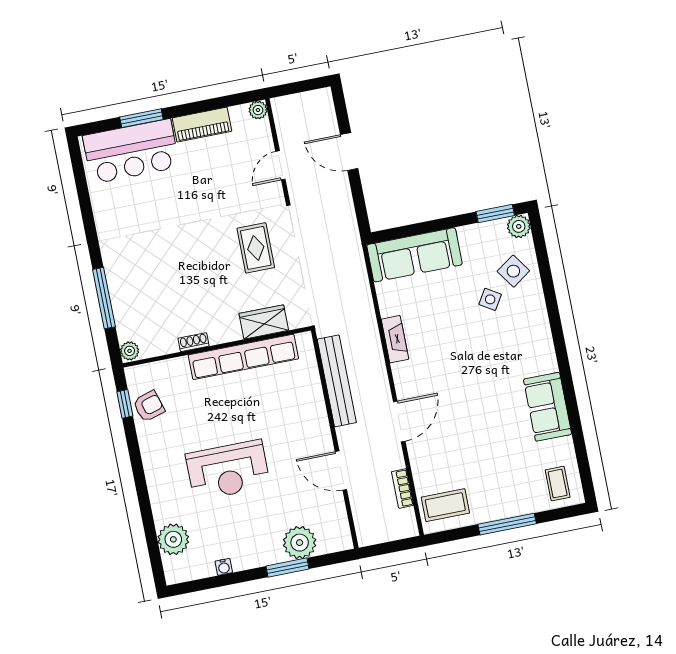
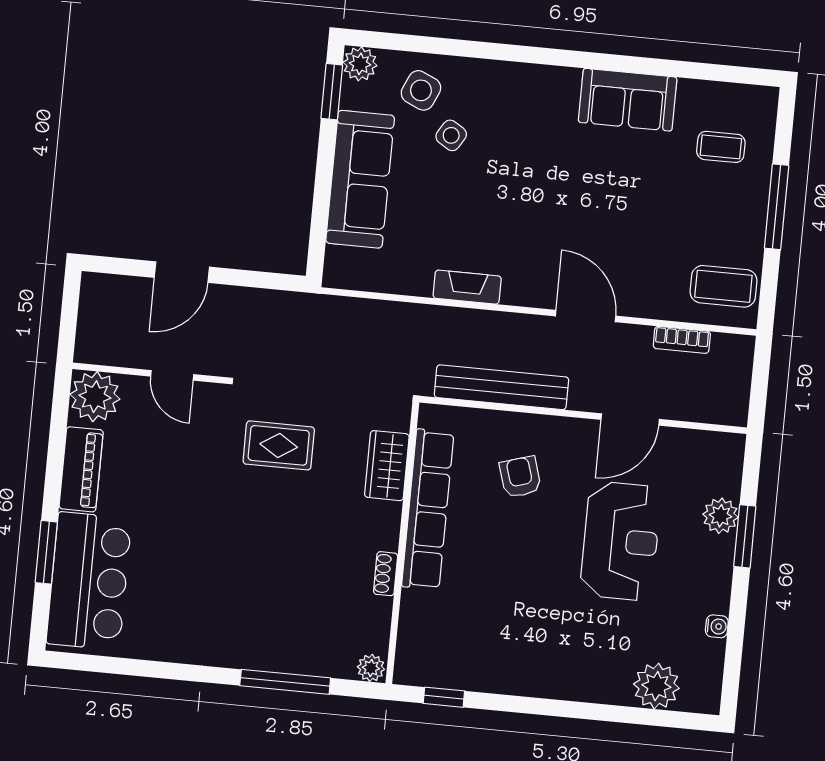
plant: (258, 110) -> (95, 397), width x1.88, depth x1.88
sofa: (414, 255) -> (360, 179), moved
side table: (513, 271) -> (421, 90), turned -31
armchair: (149, 406) -> (520, 477), moved
reception desk: (228, 470) -> (621, 541), moved
coffee table: (558, 484) -> (721, 147), moved
coffee table: (445, 505) -> (723, 286), turned 90
plant: (300, 543) -> (721, 516), width x0.73, depth x0.73

